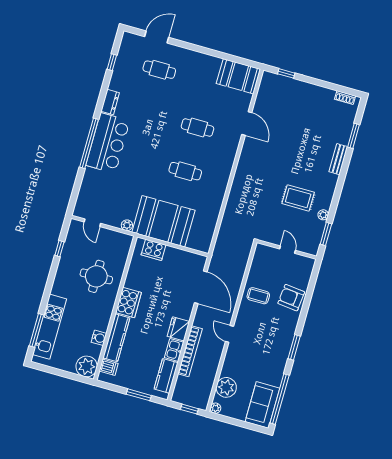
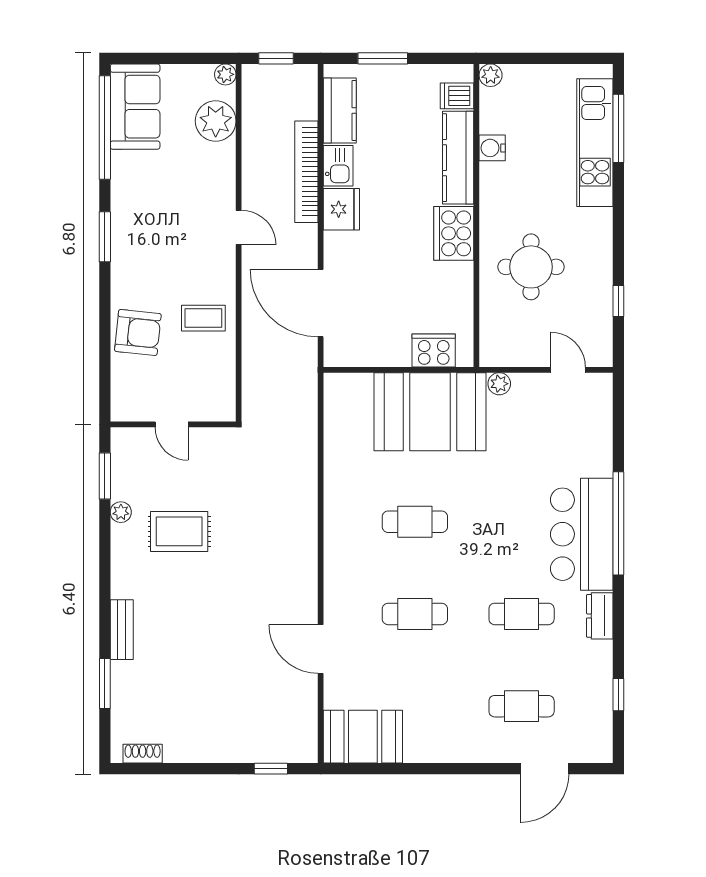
cafe table: (147, 113) -> (522, 614), added
plant: (87, 366) -> (491, 75), width x0.53, depth x0.53

